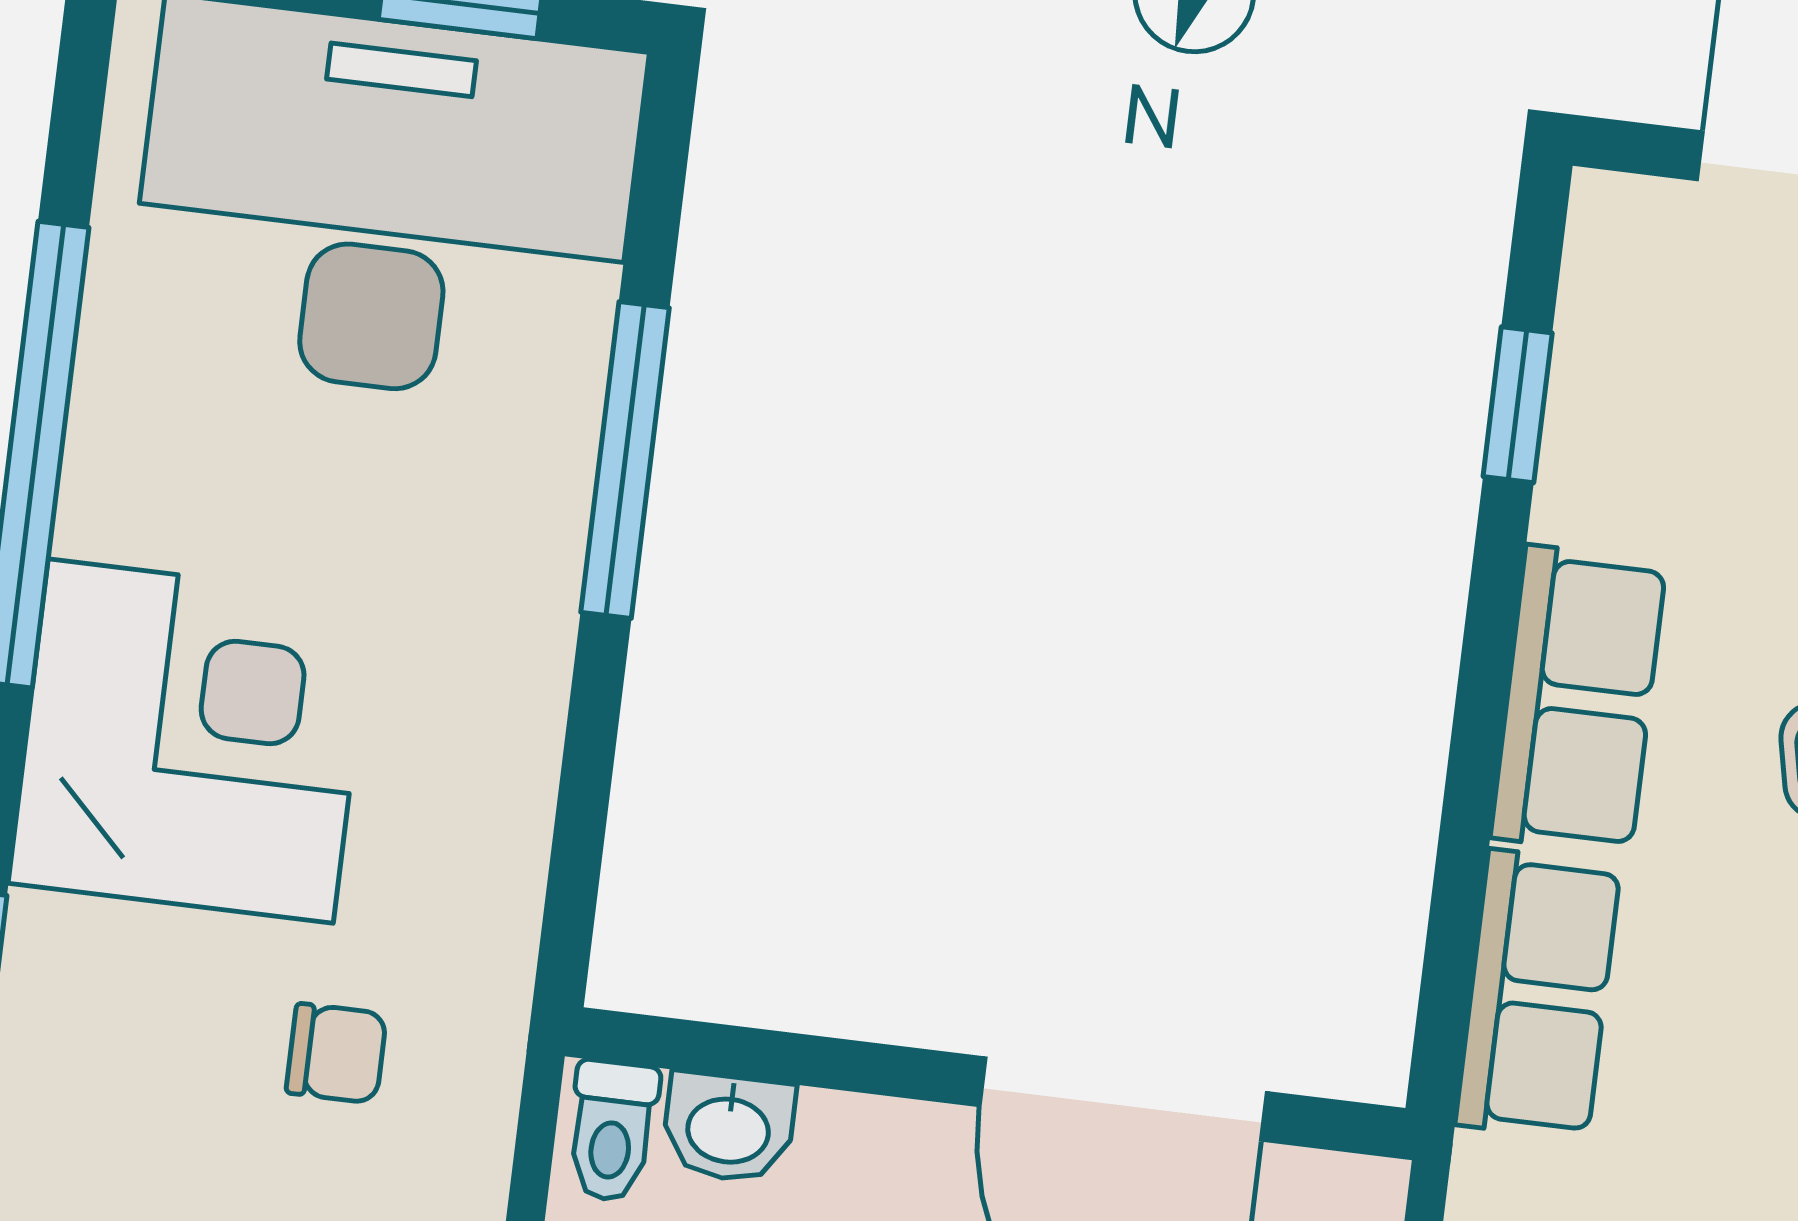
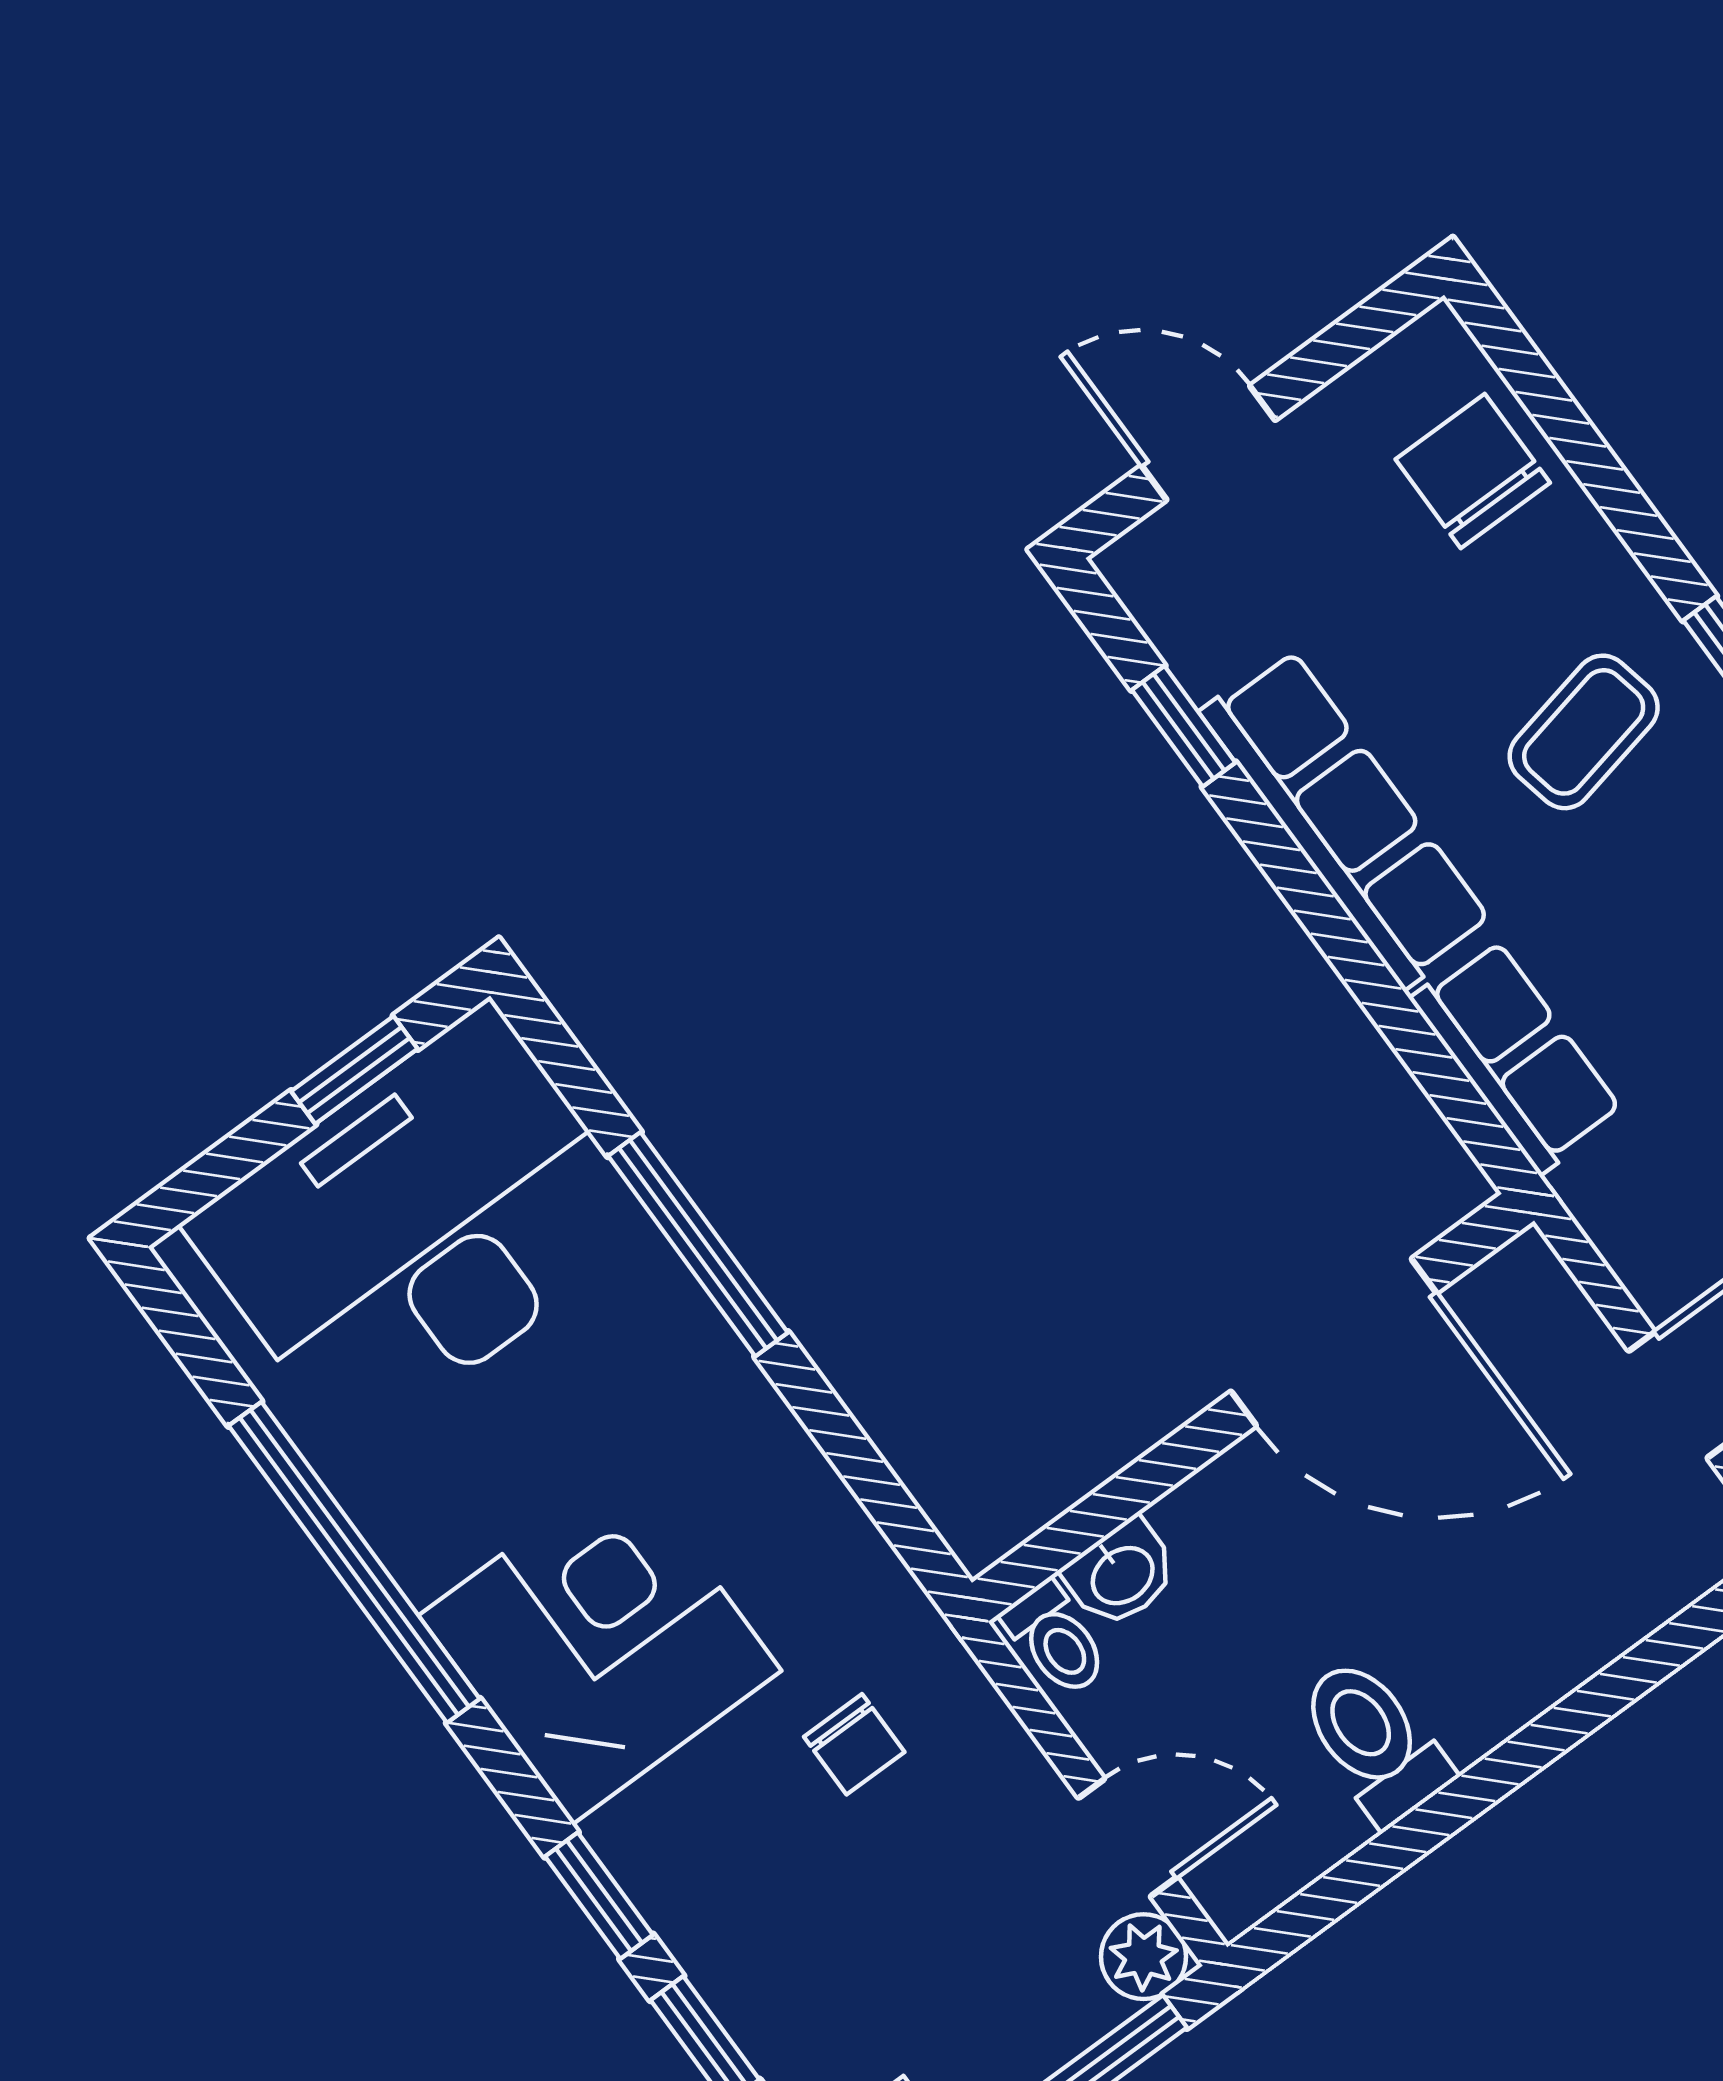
row of seats: (1578, 700) -> (1346, 818), width x1.48
chair: (336, 1053) -> (854, 1744), turned 90

